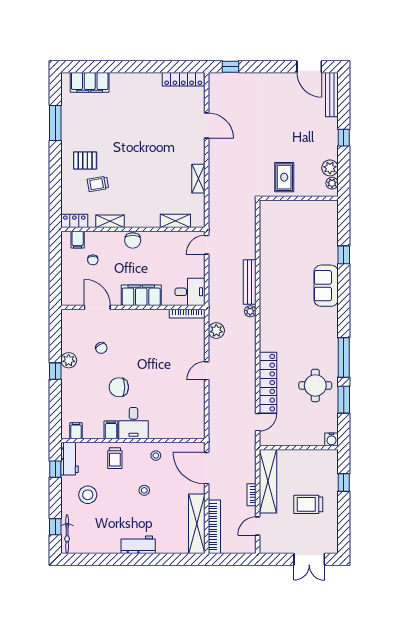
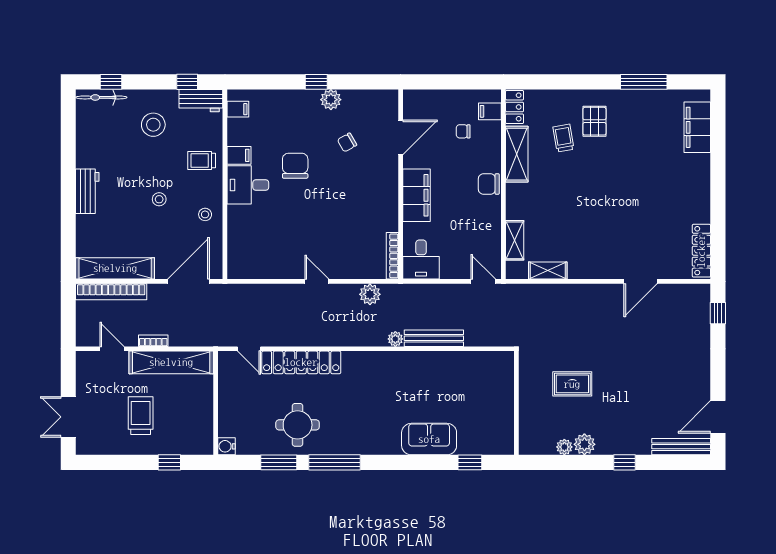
shelving: (198, 179) -> (548, 271), moved
wall: (299, 198) -> (516, 403), moved
shelving: (110, 221) -> (517, 154), width x1.50, depth x1.33

